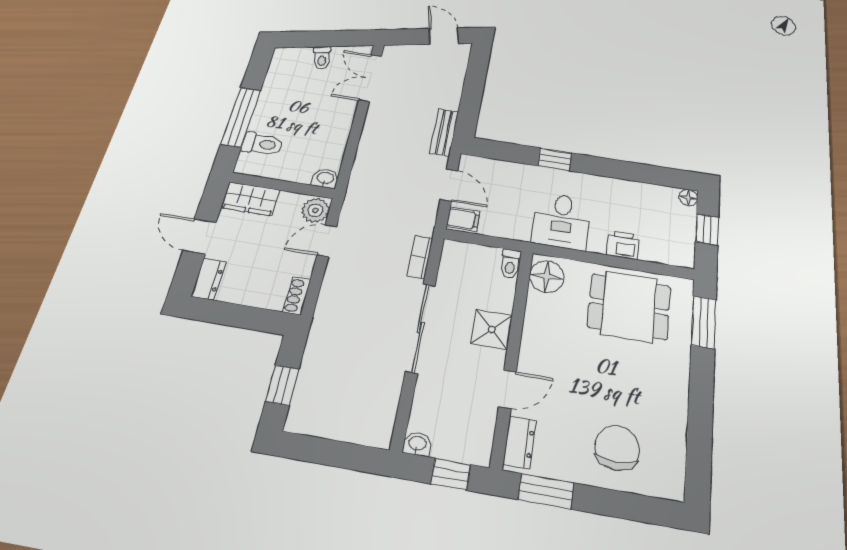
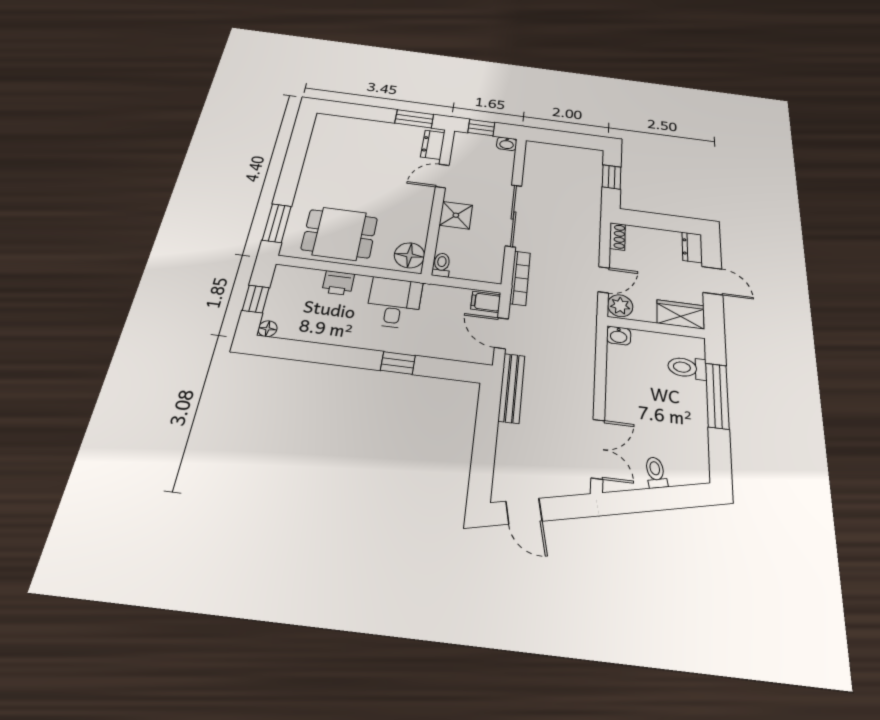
bench: (444, 132) -> (512, 388), width x1.36
bookcase: (420, 257) -> (520, 278), width x1.56
chair: (617, 448) -> (361, 142), removed

